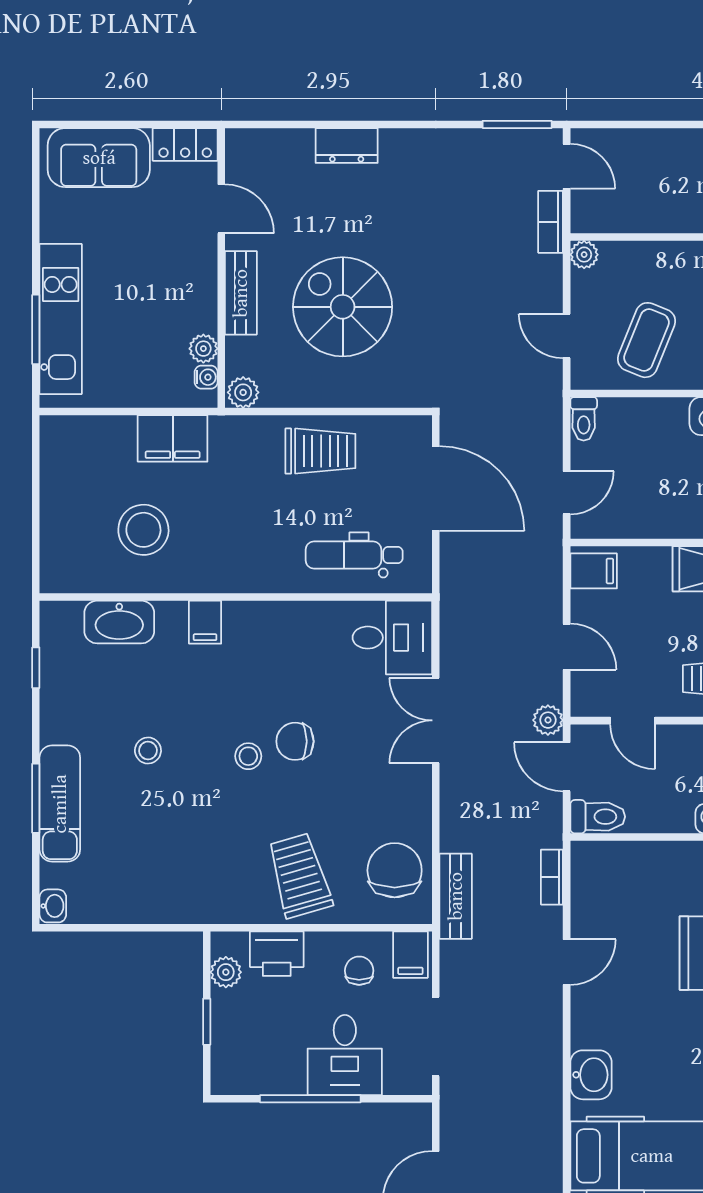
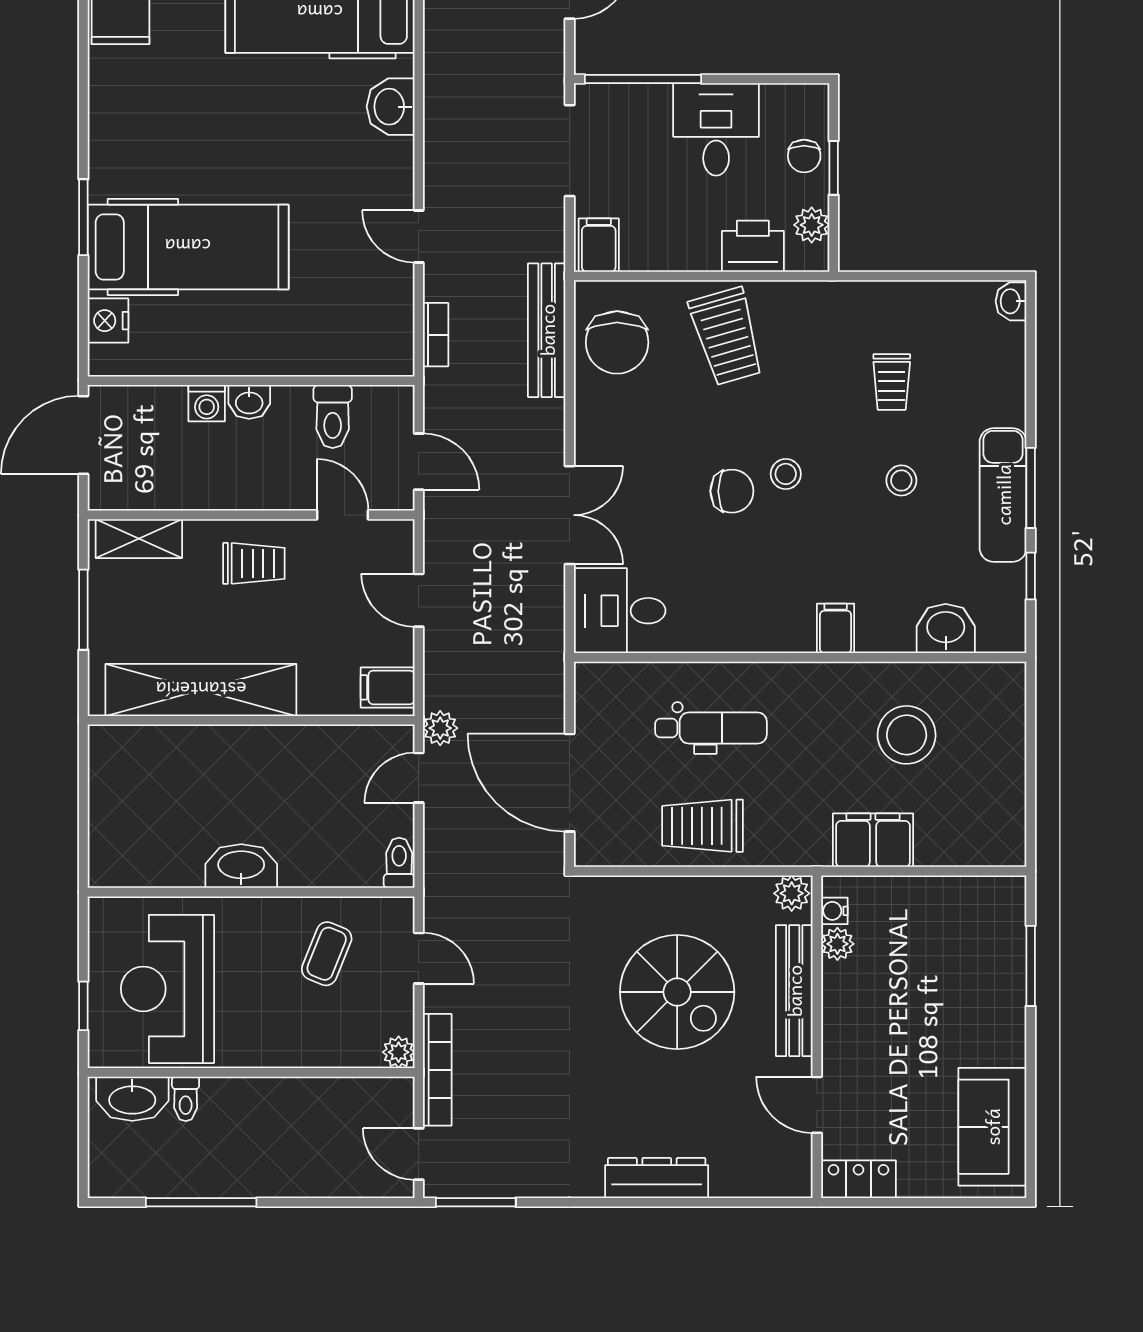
dresser: (347, 146) -> (657, 1178), width x1.44
sofa: (99, 158) -> (992, 1127), moved, turned -90
bookcase: (551, 222) -> (437, 1070), width x1.56
bench: (241, 293) -> (794, 991), width x1.36
kitchen unit: (61, 319) -> (1002, 978), removed
coffee table: (646, 340) -> (327, 954), width x0.73, depth x0.77
dental chair: (354, 555) -> (711, 728), moved
washbasin: (119, 622) -> (946, 629), width x0.72
plant: (548, 720) -> (440, 728), moved
window: (36, 798) -> (1031, 488), moved
exam couch: (60, 804) -> (1003, 495), moved
toilet: (598, 817) -> (333, 417), moved, turned -90
trolley: (156, 836) -> (892, 382), added
bench: (456, 896) -> (547, 330), width x1.36
door: (567, 962) -> (419, 236), hinge flipped
chair: (359, 971) -> (804, 156), moved
desk: (345, 1055) -> (716, 129), moved
window: (310, 1099) -> (643, 79), moved

